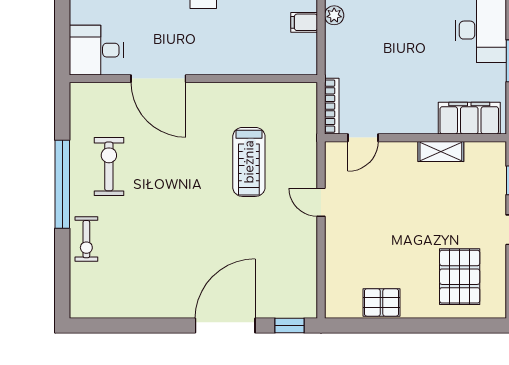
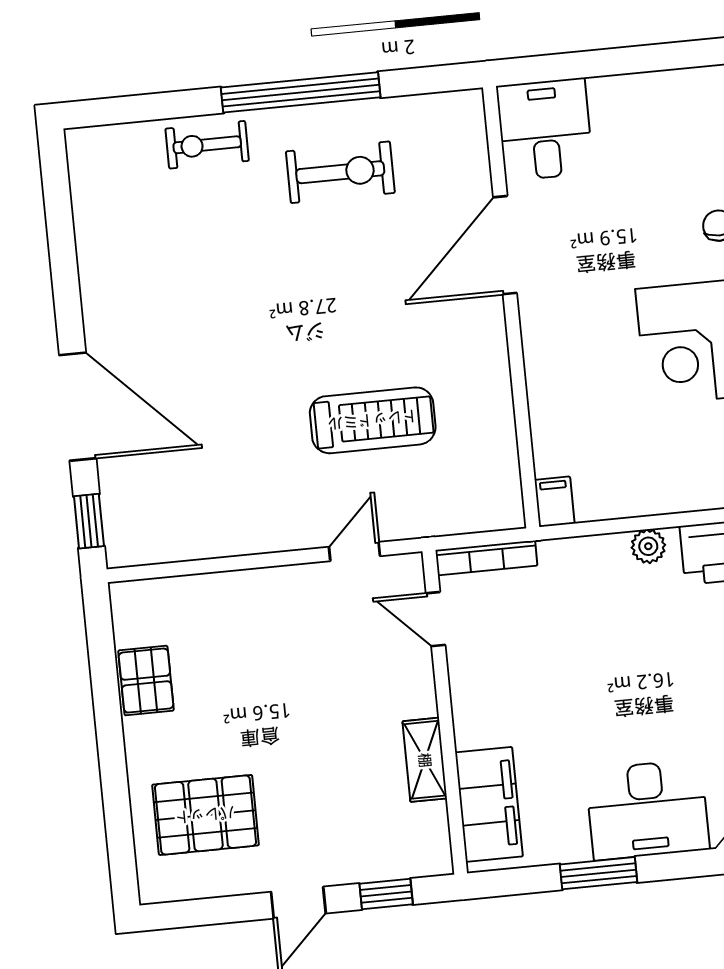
filing cabinet: (304, 22) -> (554, 502), moved
treadmill: (249, 162) -> (373, 420), turned 180
door: (321, 202) -> (354, 551), moved

